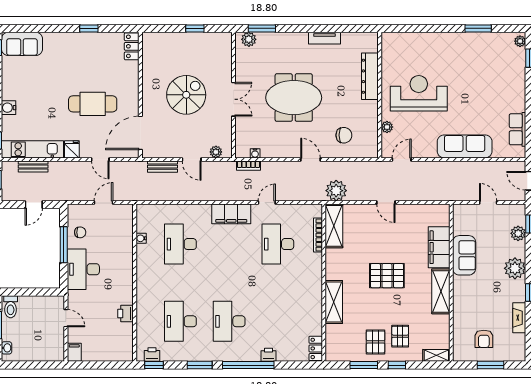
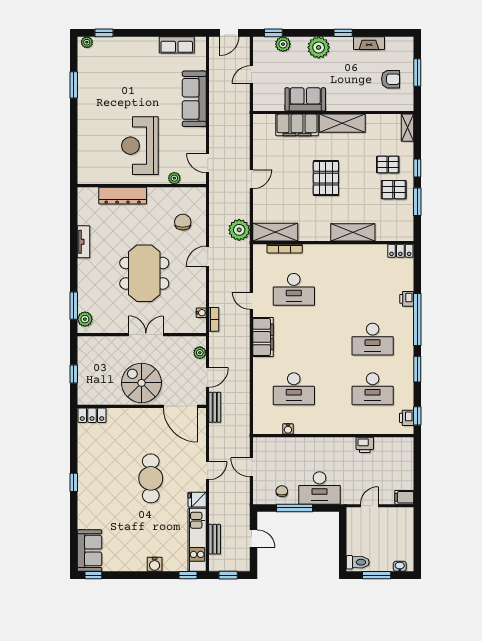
locker: (132, 46) -> (92, 415), moved
wall: (140, 95) -> (142, 406), moved
door: (140, 133) -> (180, 406), moved

